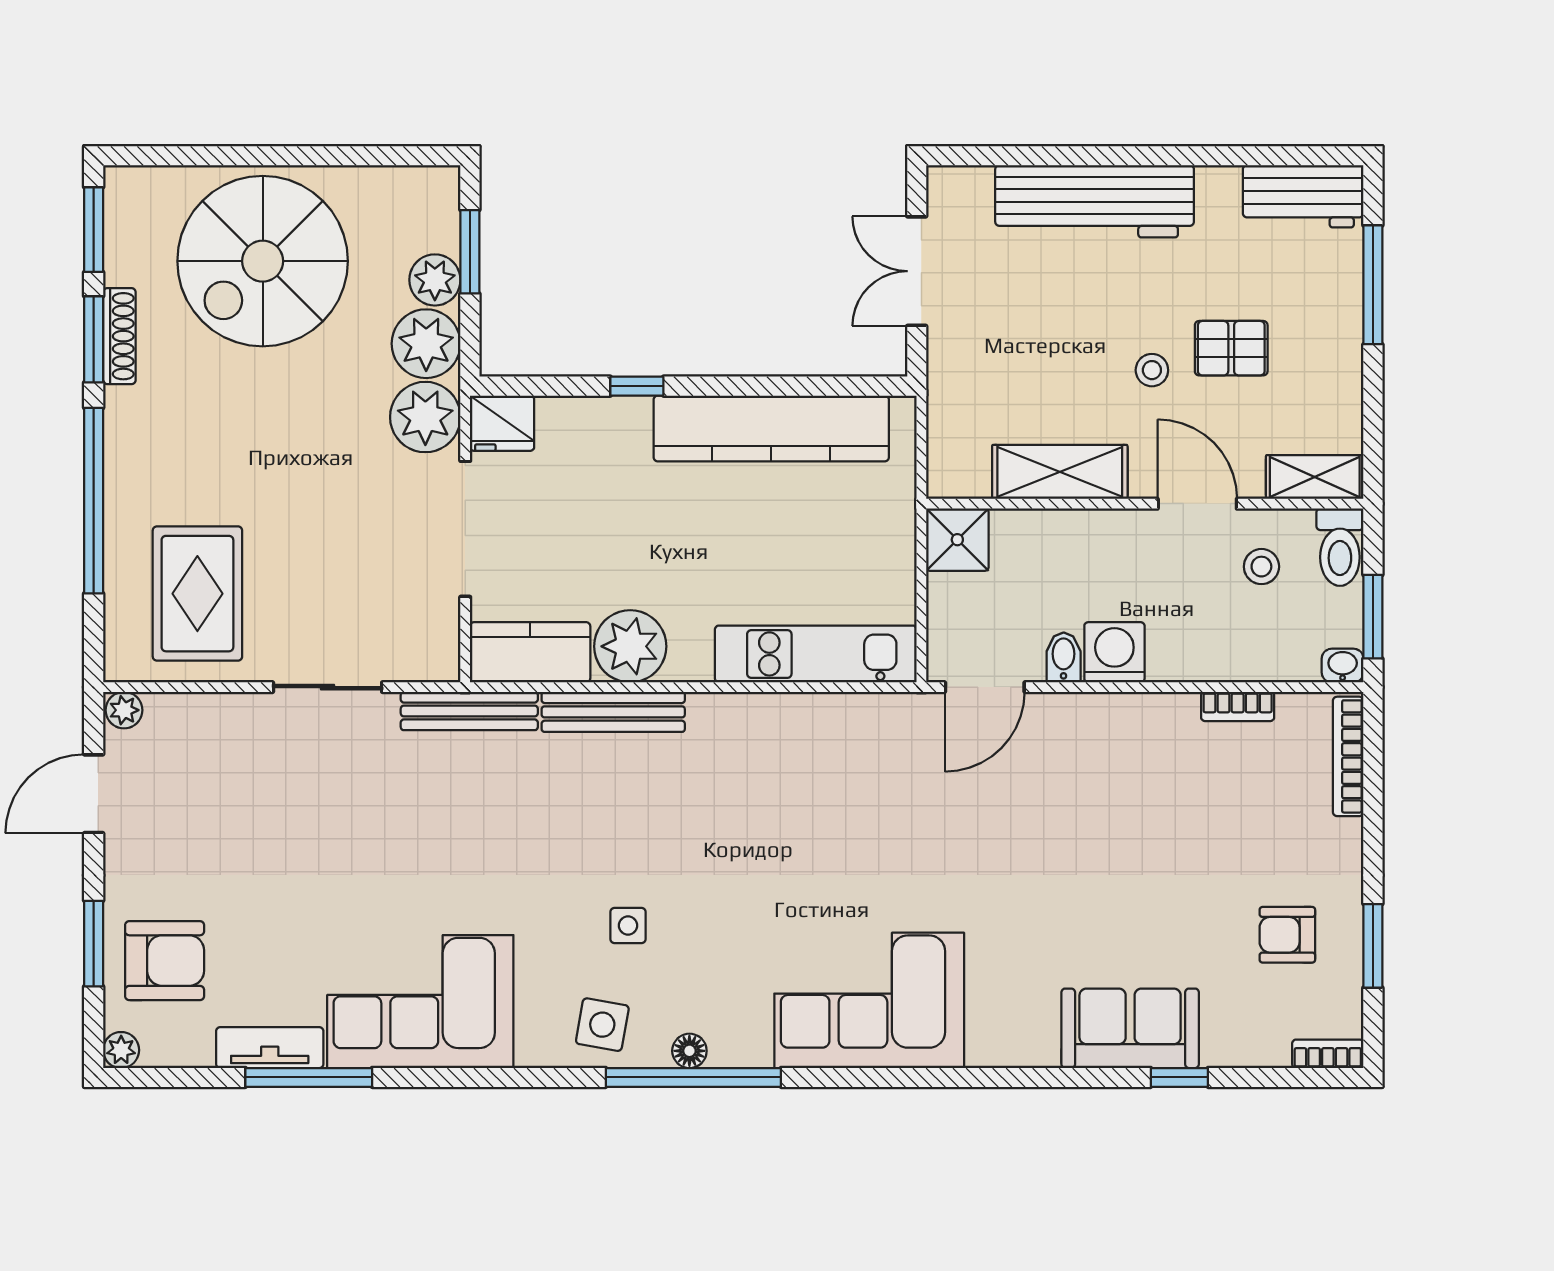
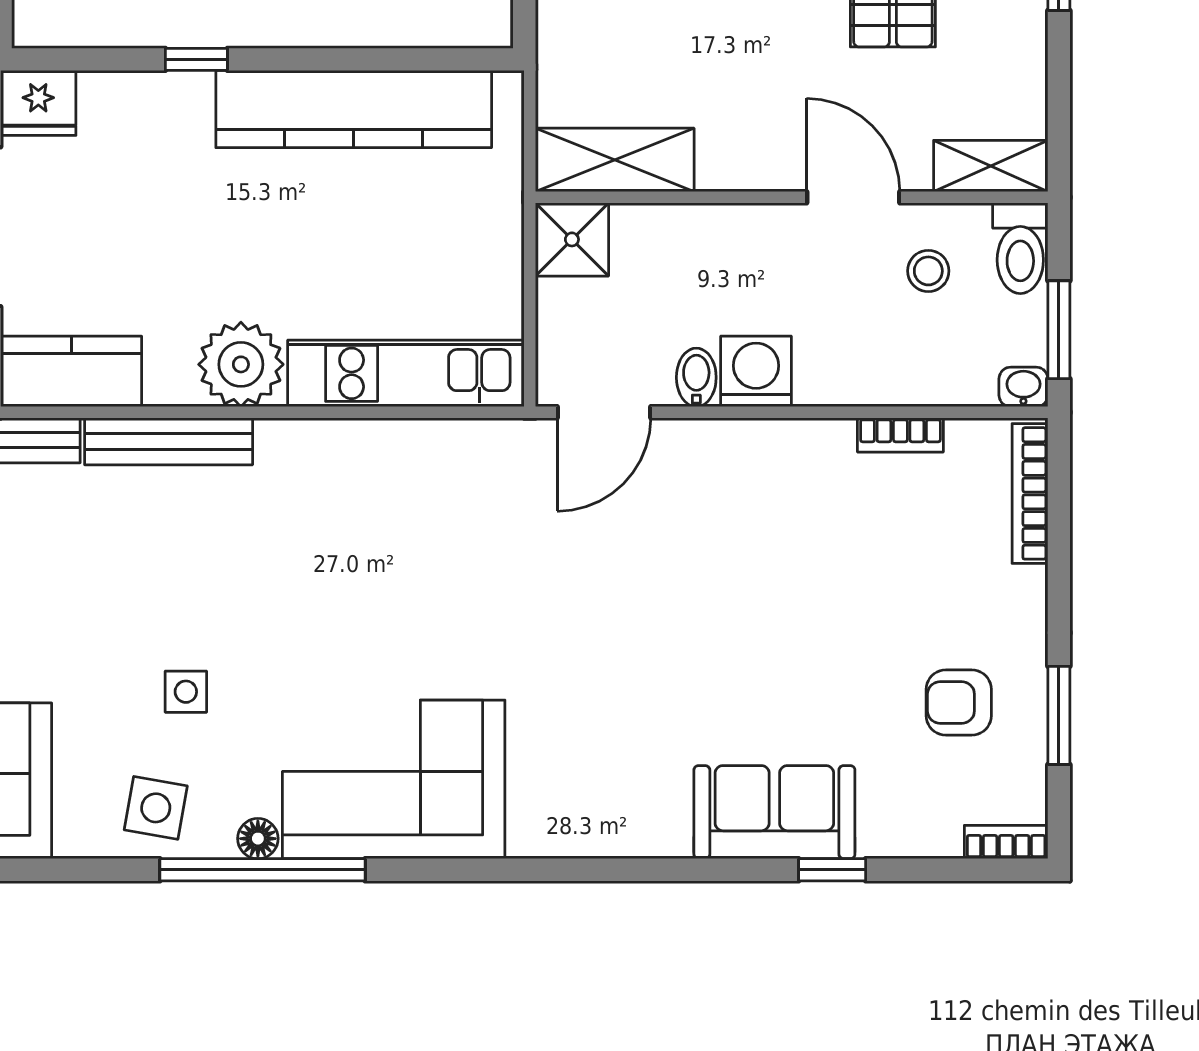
stool: (1152, 370) -> (800, 41), removed
shelving: (1060, 472) -> (615, 160), moved
plant: (630, 646) -> (241, 364), moved
corner sofa: (869, 1000) -> (394, 779), moved

